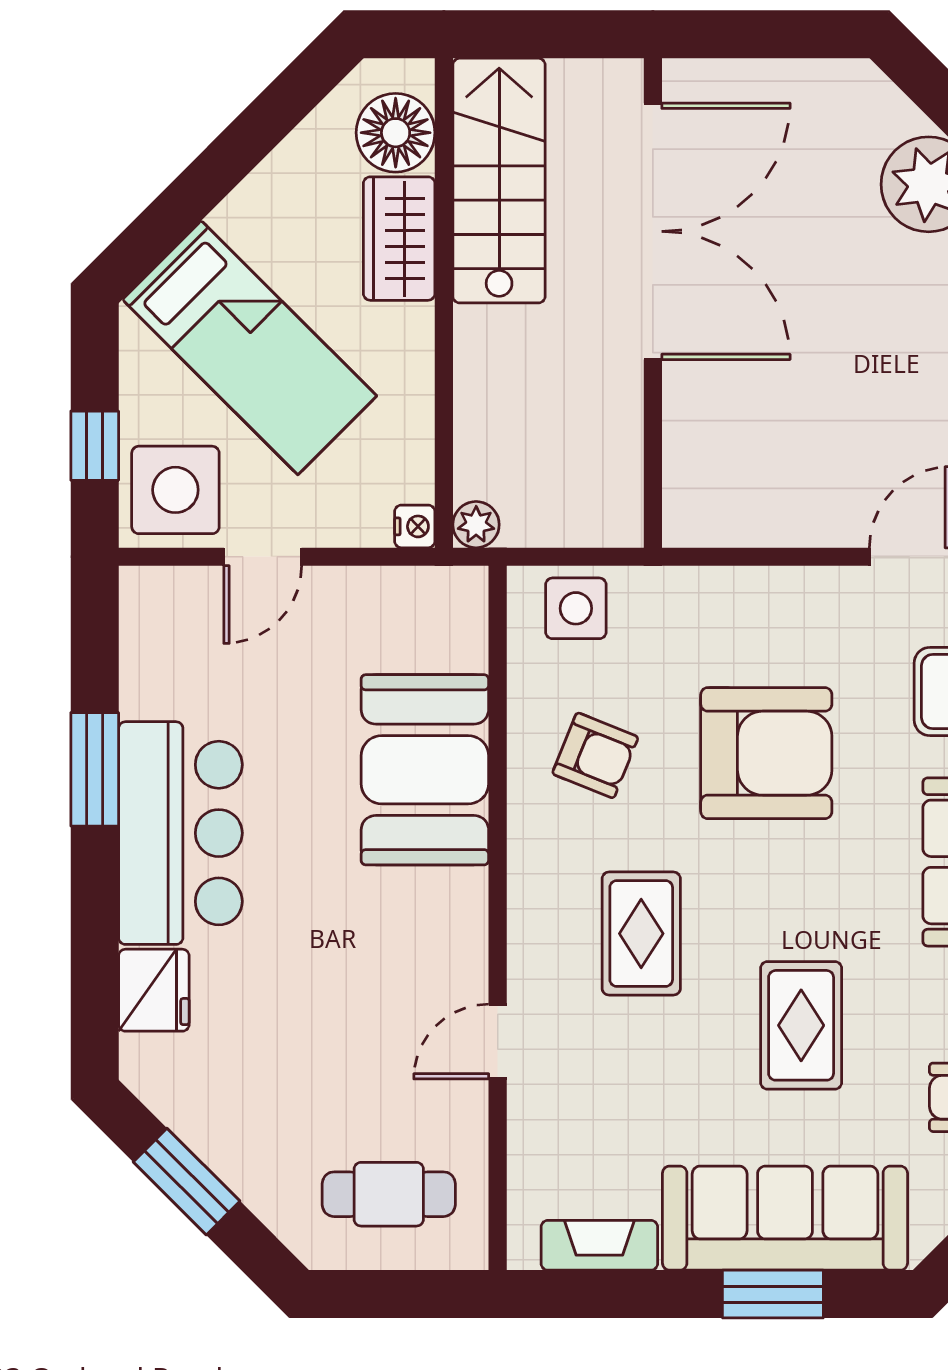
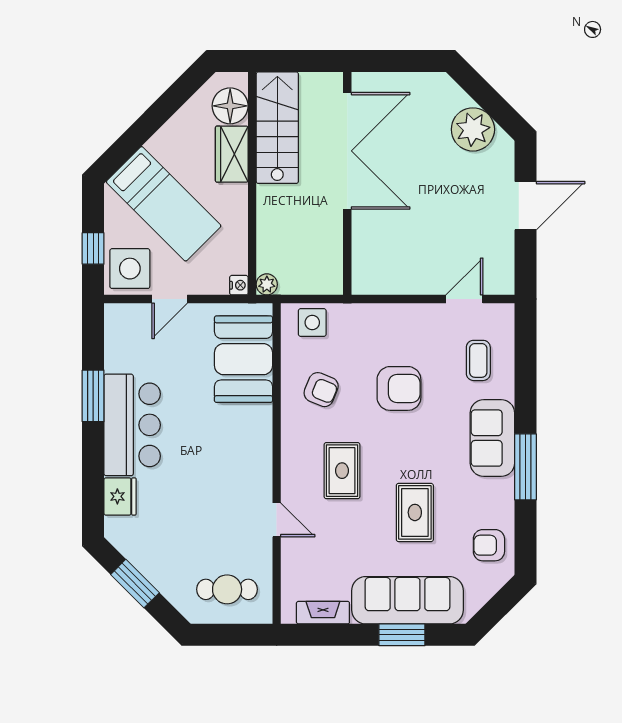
armchair: (766, 753) -> (399, 388), width x0.73, depth x0.73
booth: (425, 770) -> (243, 359), moved
door: (498, 1042) -> (277, 520), swing flipped

